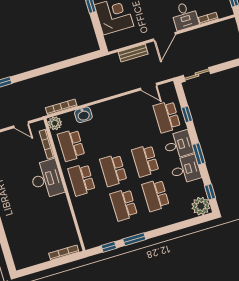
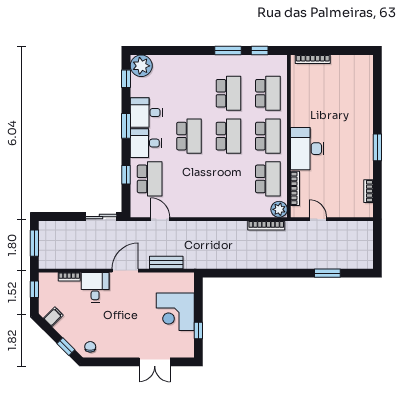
washbasin: (83, 115) -> (244, 209), removed
school desk: (156, 195) -> (268, 93), moved

